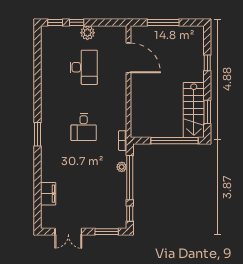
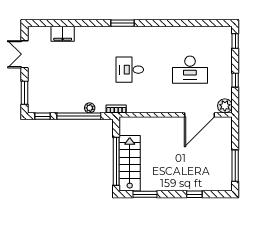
window: (77, 22) -> (235, 80), moved
window: (163, 22) -> (235, 166), moved
plant: (87, 33) -> (225, 106), moved
stairs: (194, 110) -> (130, 163), moved, turned 90

